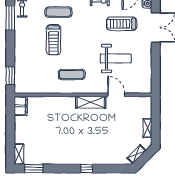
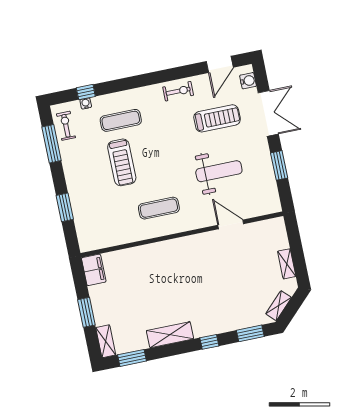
treadmill: (122, 24) -> (217, 118), turned 180
window: (156, 63) -> (279, 165), added
window: (10, 76) -> (65, 207), moved
shelving: (91, 102) -> (170, 335), moved
window: (10, 133) -> (86, 312), added
window: (114, 168) -> (250, 333), added

